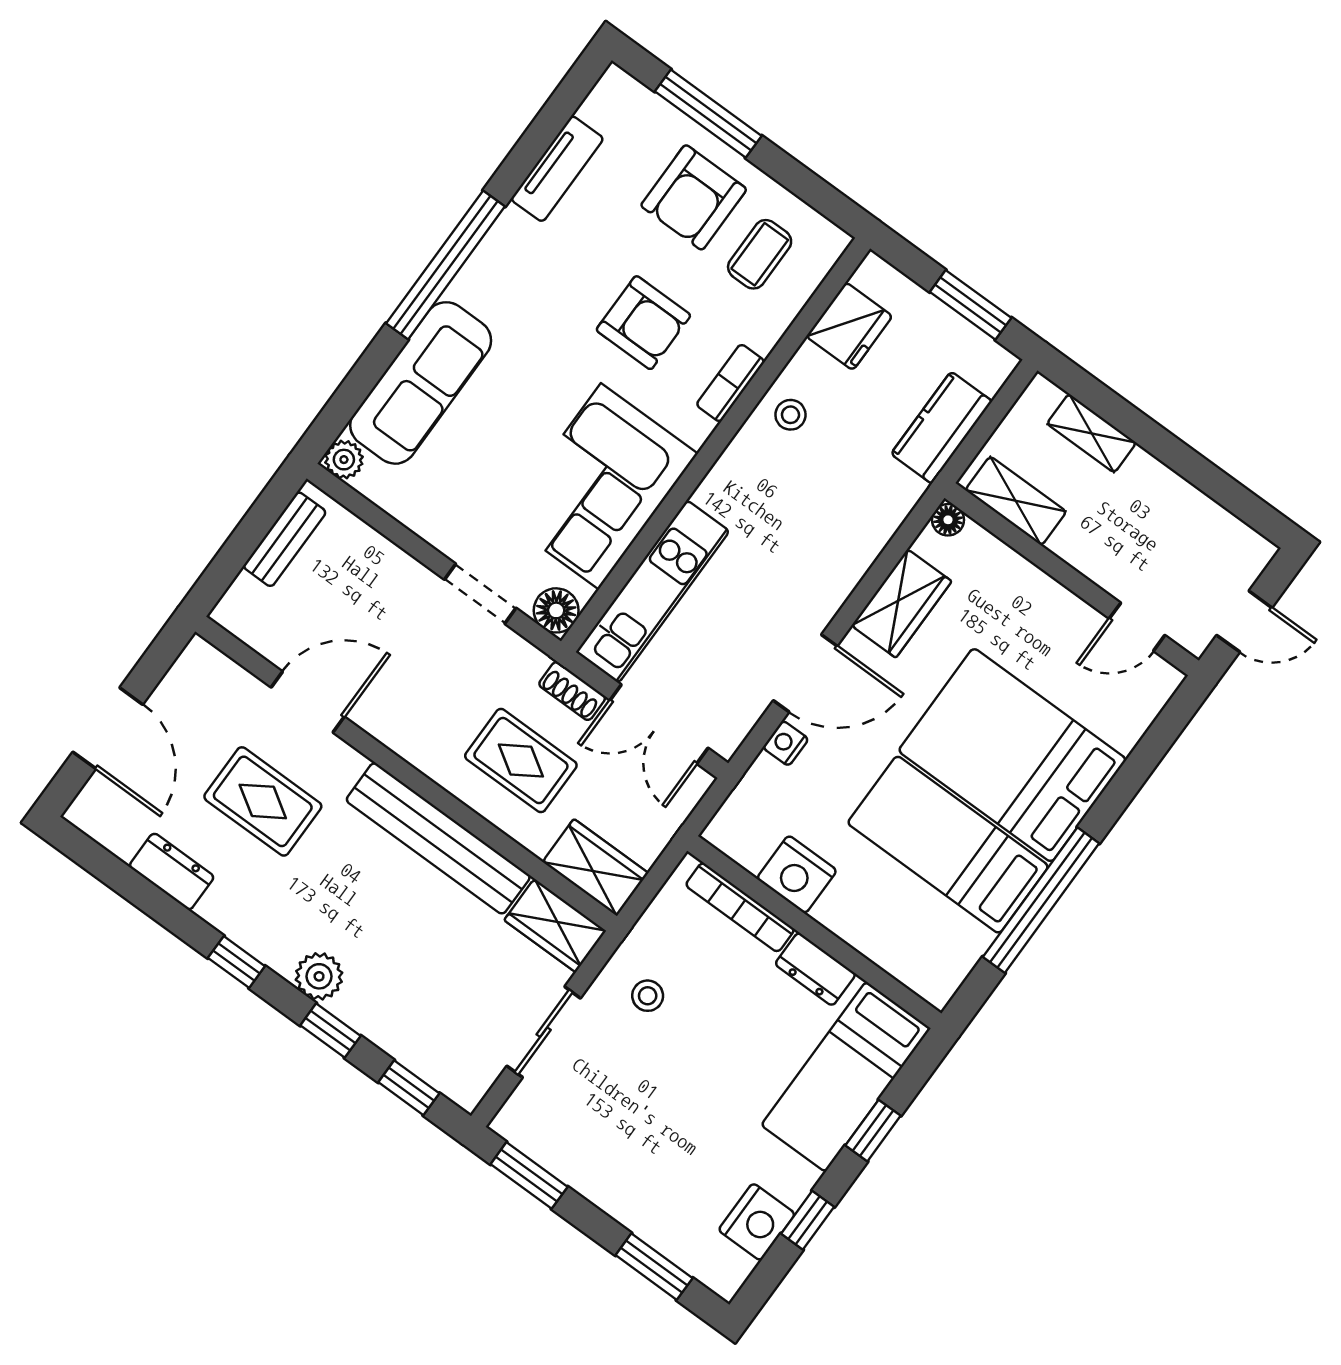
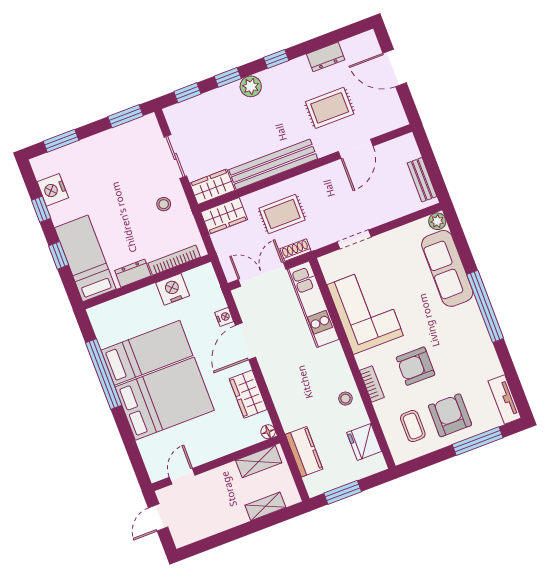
tv unit: (557, 169) -> (505, 399), moved
floor lamp: (556, 610) -> (329, 264), removed

